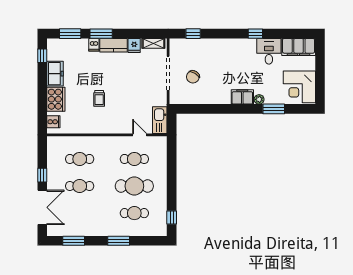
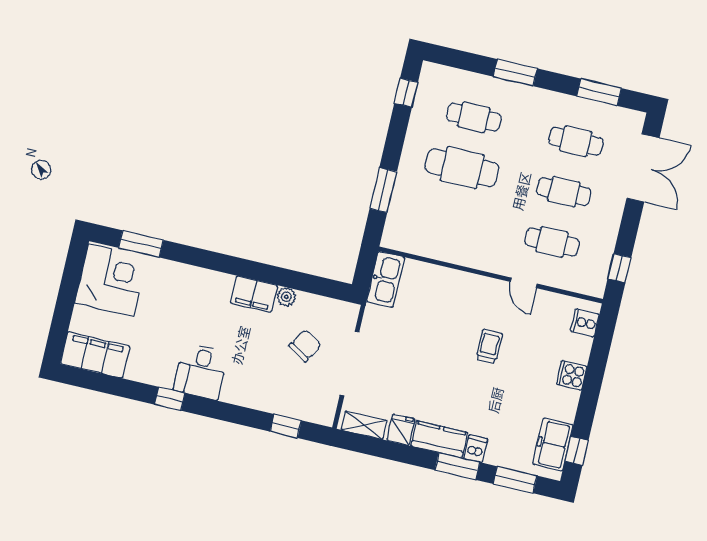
desk: (269, 51) -> (201, 371), moved
freezer: (55, 74) -> (553, 444), moved
filing cabinet: (242, 97) -> (254, 294), moved
cooker: (56, 99) -> (572, 375), width x0.53, depth x0.76
plant: (259, 99) -> (286, 297), moved
window: (274, 109) -> (141, 244), moved
door: (140, 135) -> (524, 283), moved
cafe table: (134, 159) -> (576, 141), moved
window: (172, 165) -> (383, 190), added
window: (42, 175) -> (619, 268), moved
double door: (42, 207) -> (643, 168), swing flipped

